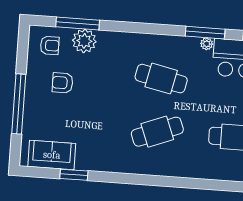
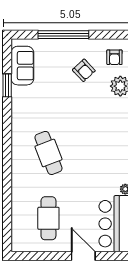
cafe table: (161, 79) -> (93, 153), removed
armchair: (63, 83) -> (84, 70), turned 137

